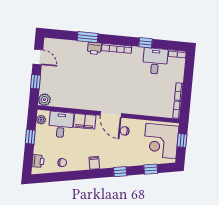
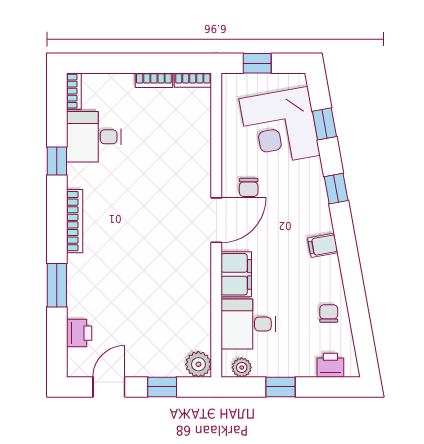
printer: (94, 48) -> (79, 333), moved
corner desk: (161, 141) -> (280, 127), moved, turned 80

